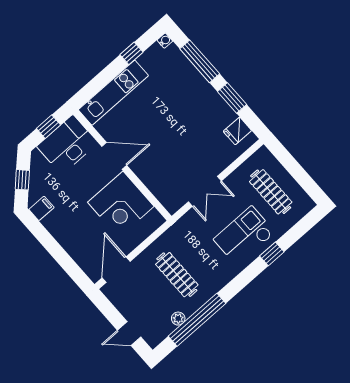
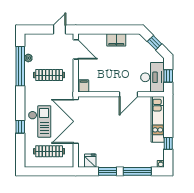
double door: (205, 191) -> (76, 121), width x1.87
corner desk: (121, 204) -> (104, 78), removed
filing cabinet: (42, 208) -> (116, 40), moved, width x2.00
filing cabinet: (152, 220) -> (84, 86), added
door: (129, 334) -> (59, 30), moved

